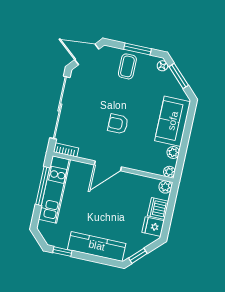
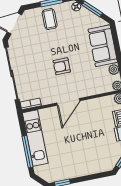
window: (43, 186) -> (28, 152), moved
kitchen counter: (97, 246) -> (87, 167), removed

